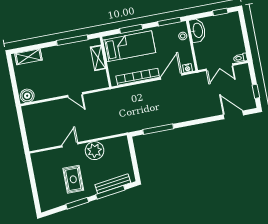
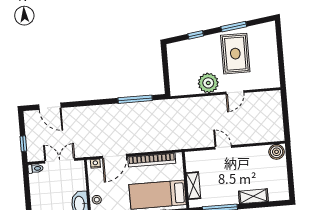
shelving: (28, 57) -> (253, 196), moved
window: (256, 91) -> (23, 144), moved
rug: (73, 179) -> (235, 54), width x1.36, depth x1.43
bench: (113, 184) -> (192, 44), removed
window: (110, 192) -> (196, 35), width x0.46

